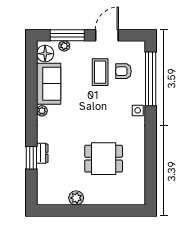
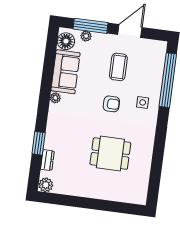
armchair: (124, 71) -> (111, 104), moved, turned 180
side table: (138, 110) -> (143, 102), moved
dresser: (42, 153) -> (47, 160), moved
plant: (76, 198) -> (46, 185), moved

